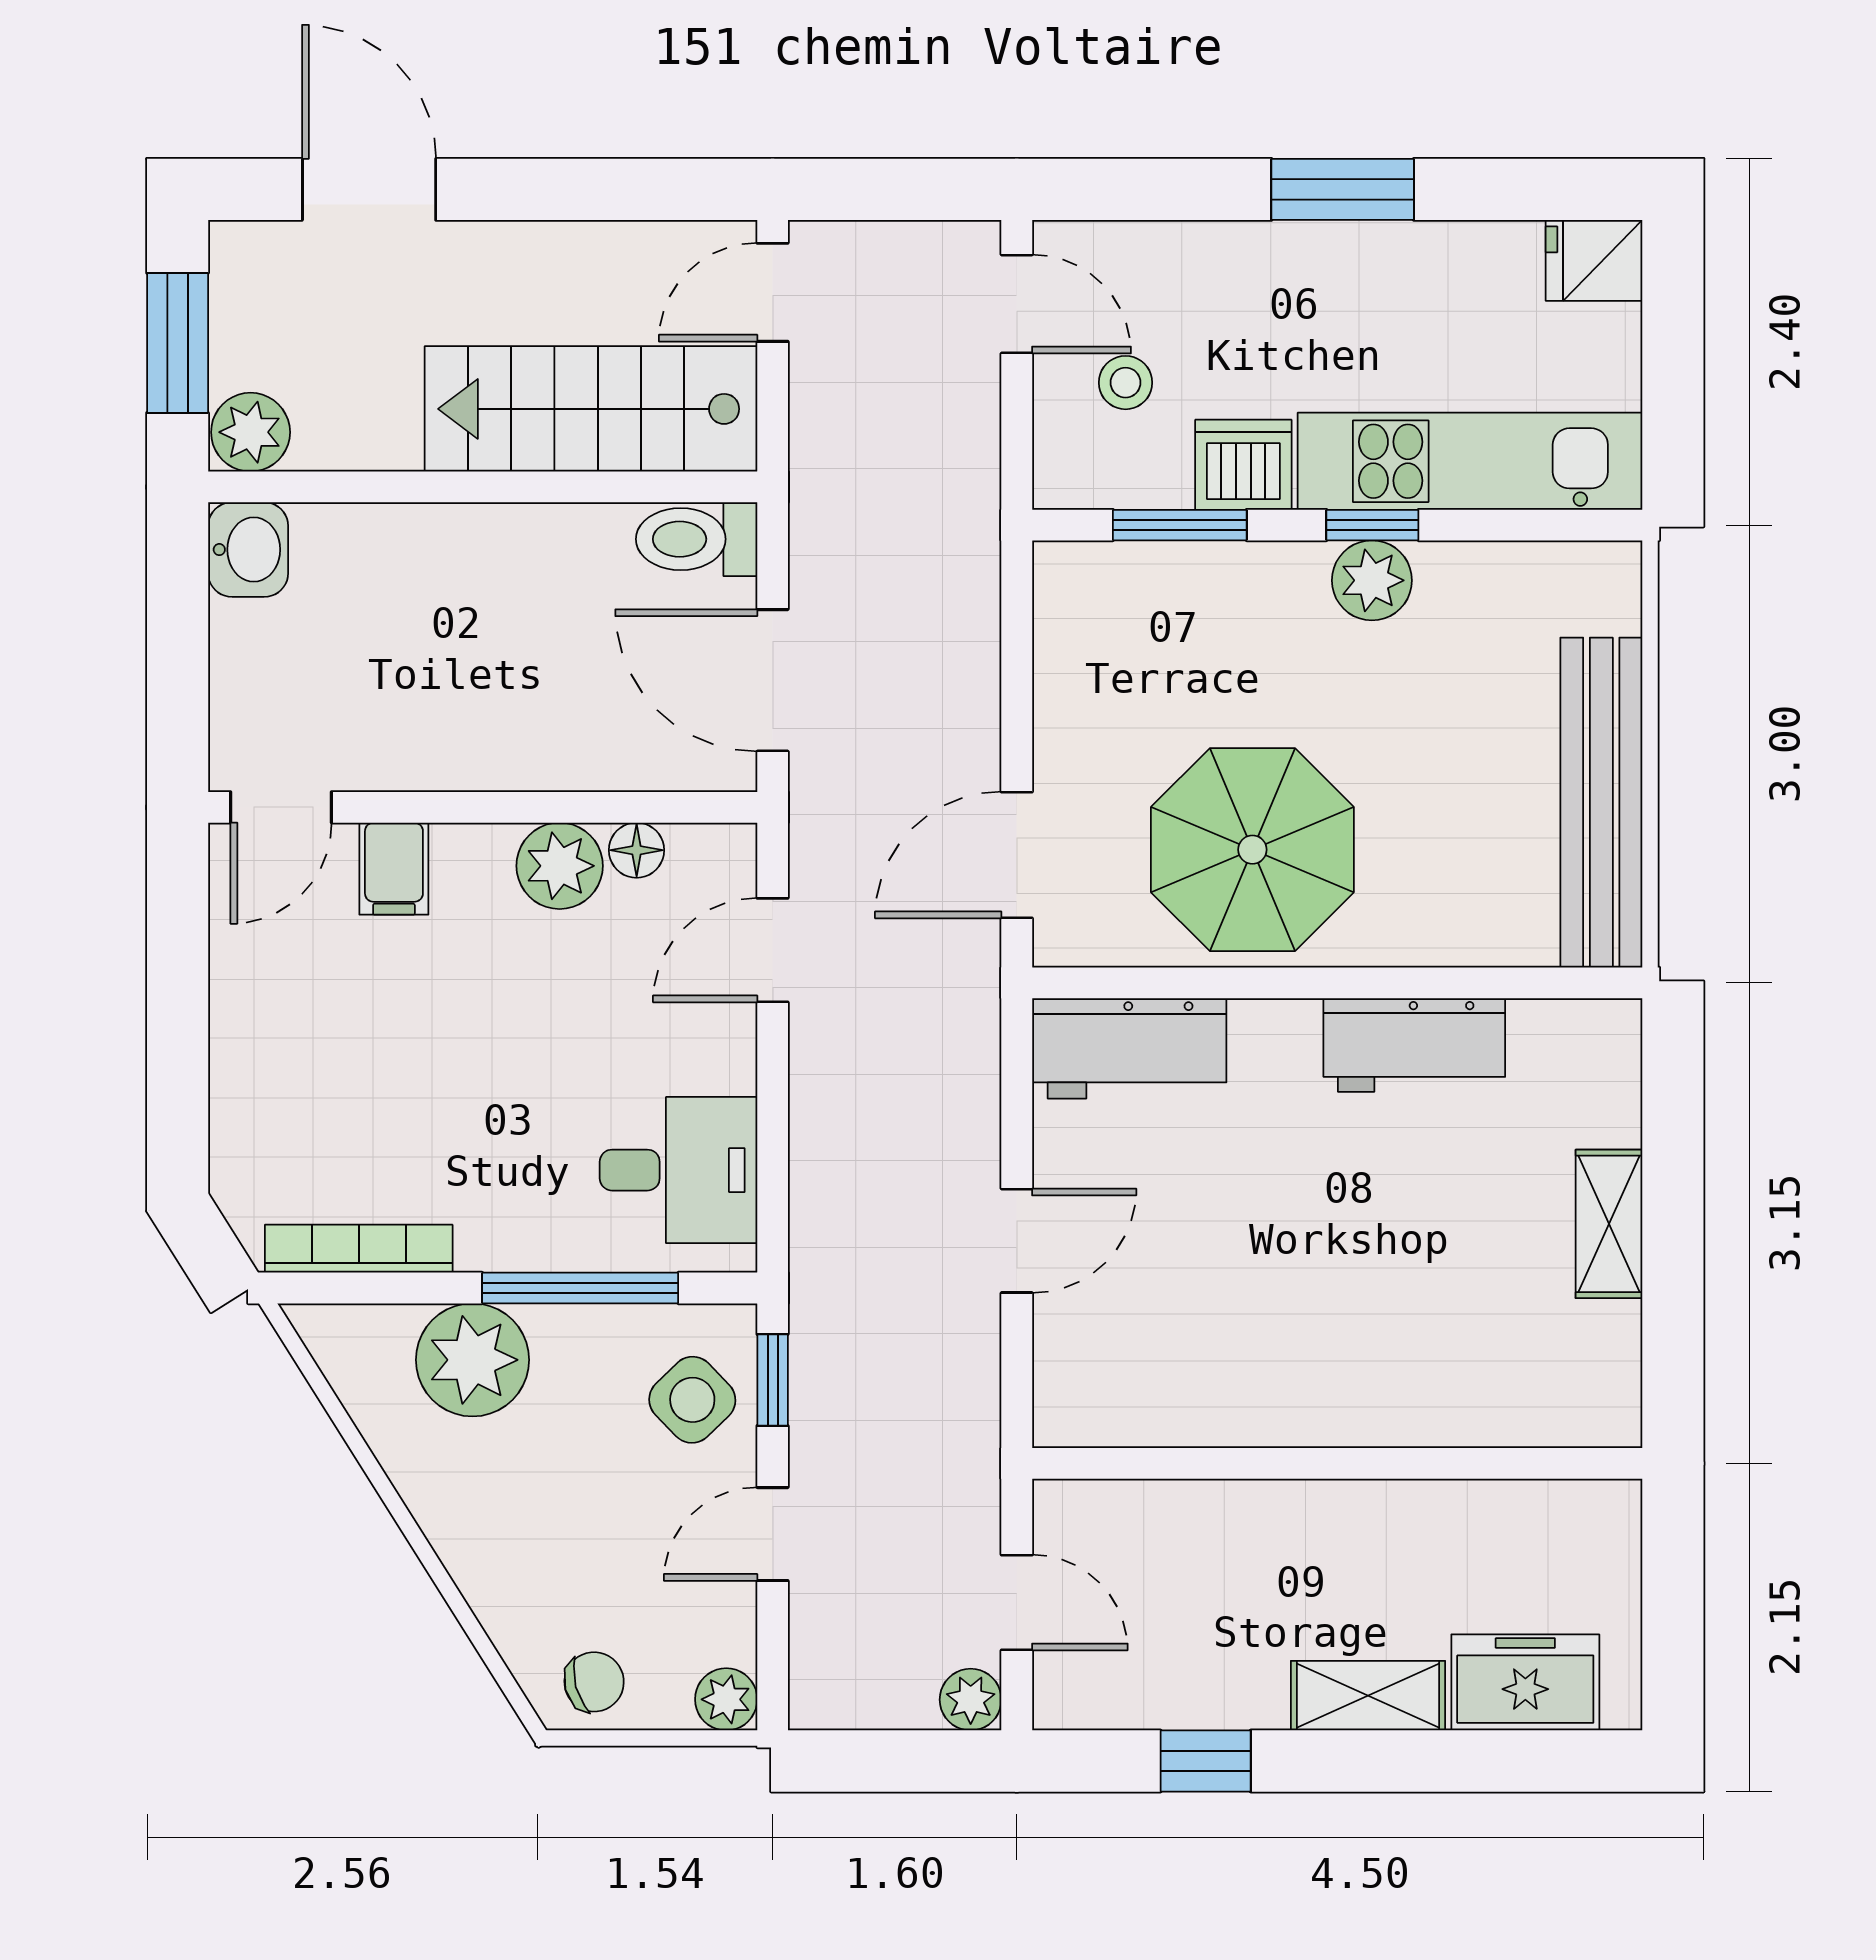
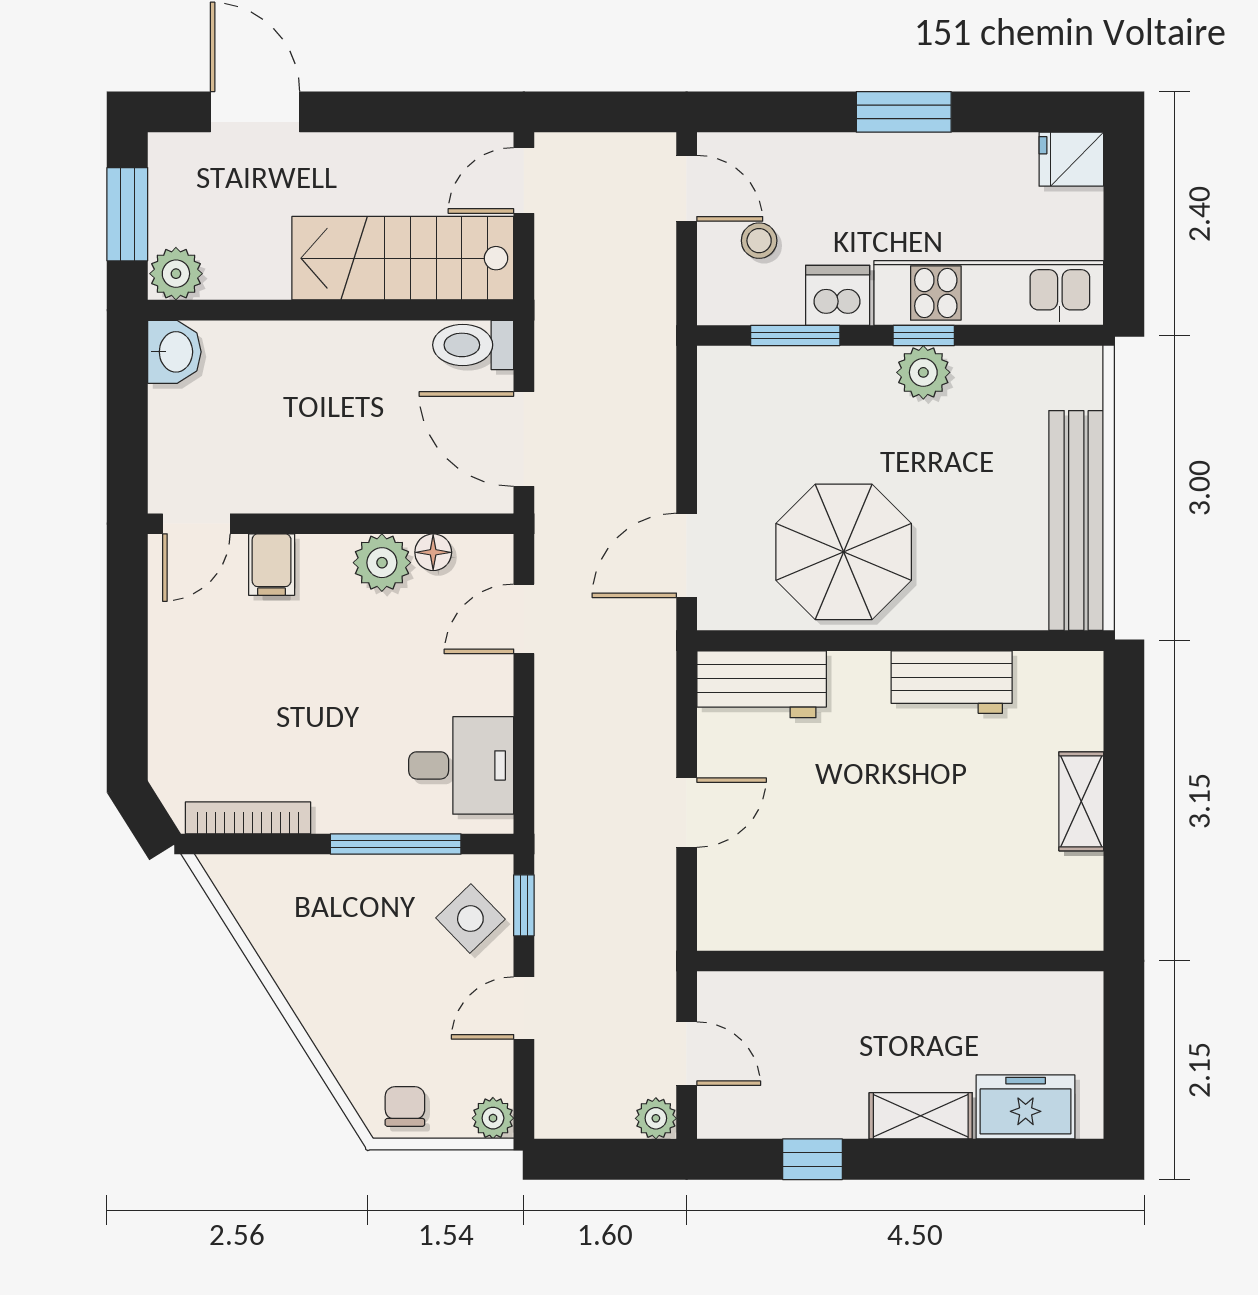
plant: (472, 1360) -> (324, 892), removed
chair: (594, 1682) -> (405, 1107), turned -75

